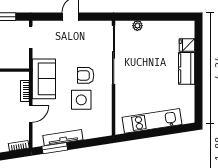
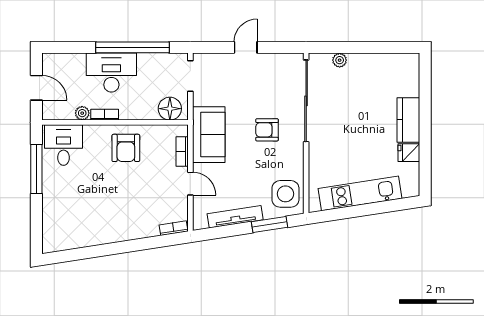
fridge: (187, 45) -> (409, 153), moved
floor lamp: (16, 60) -> (170, 109), added
side table: (81, 100) -> (285, 194), moved
door: (31, 114) -> (190, 184), hinge flipped
window: (55, 148) -> (269, 224), moved

